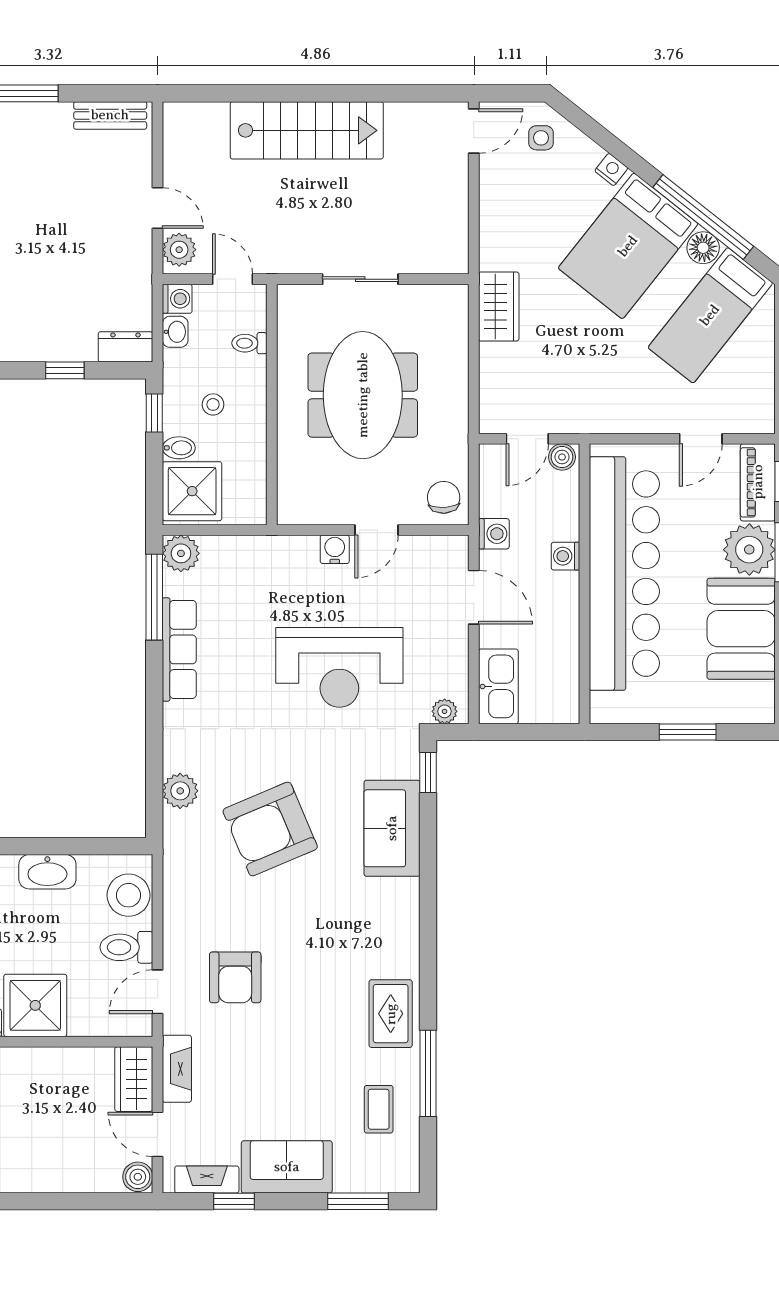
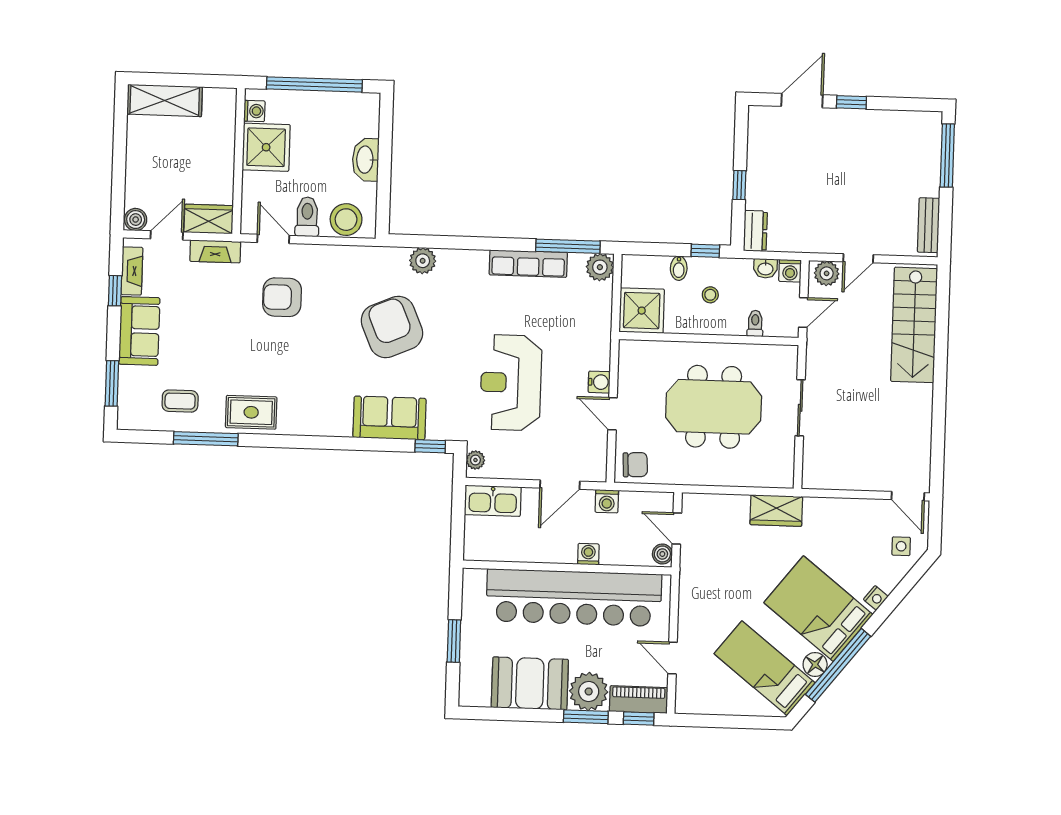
stairs: (307, 130) -> (914, 325), moved
shower: (192, 491) -> (642, 311), moved

